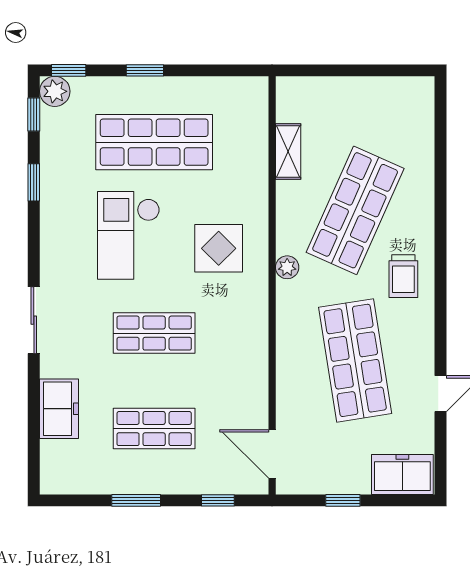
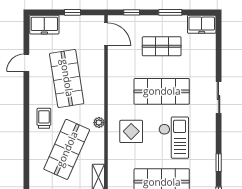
shop shelf: (154, 333) -> (162, 91), width x1.43, depth x1.36
freezer: (59, 409) -> (202, 24), moved, turned -90

